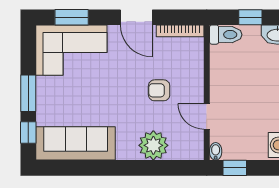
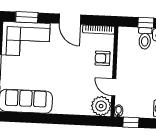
toilet: (226, 35) -> (145, 38), moved, turned 90
armchair: (159, 90) -> (102, 58), moved
plant: (153, 145) -> (101, 106), moved

